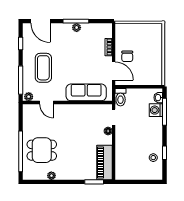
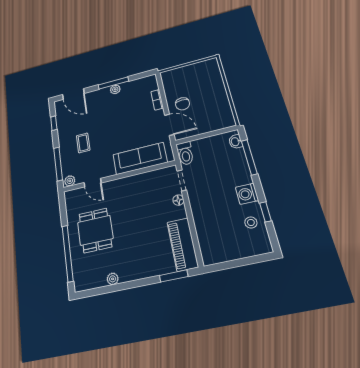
coffee table: (43, 68) -> (83, 143), width x0.54, depth x0.58
washing machine: (156, 110) -> (247, 194), moved
dining table: (42, 150) -> (95, 230), moved, turned 90

